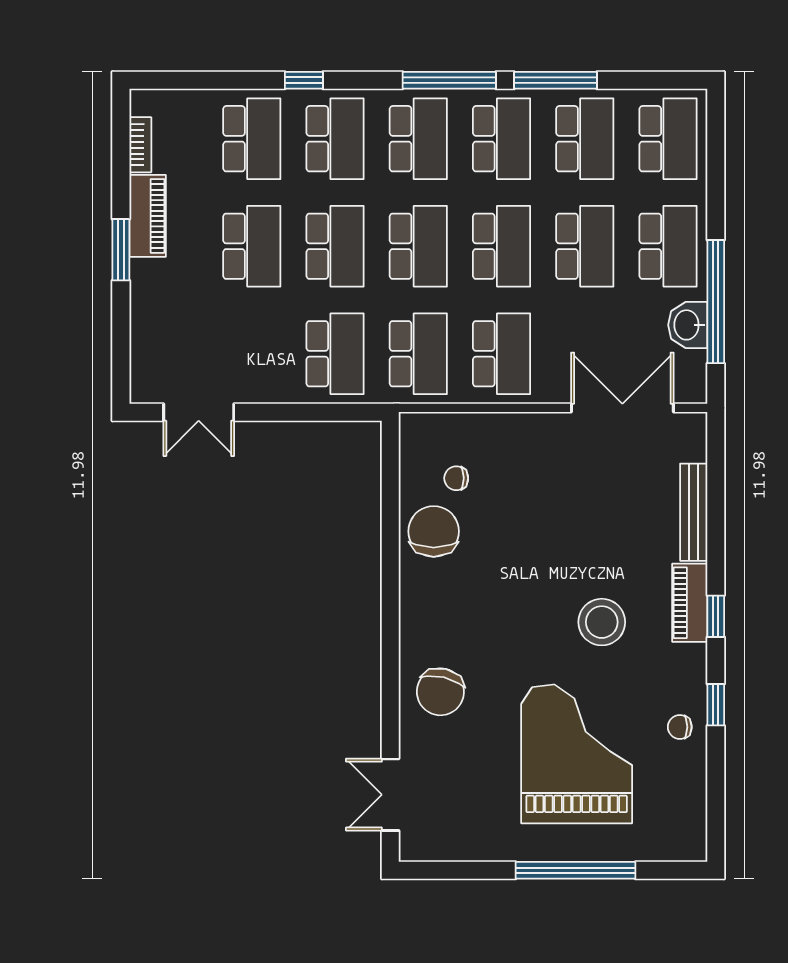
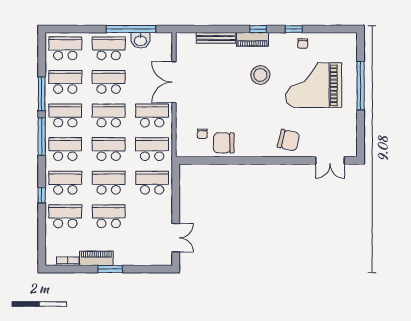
double door: (622, 408) -> (174, 82), moved

